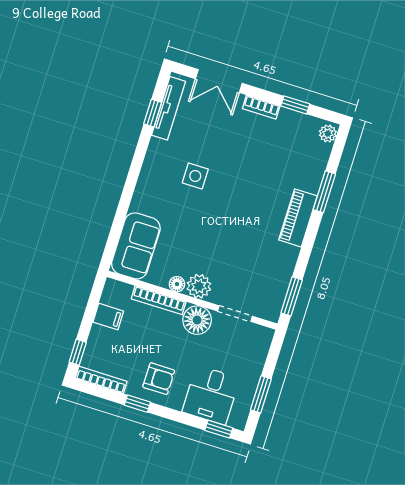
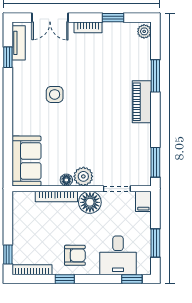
tv unit: (169, 108) -> (19, 43), width x0.71
filing cabinet: (108, 317) -> (143, 201), moved, turned 90

